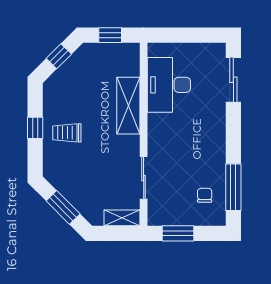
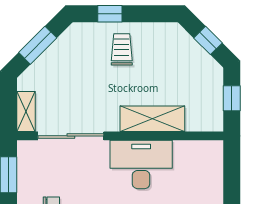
desk: (169, 85) -> (141, 164), moved
window: (35, 128) -> (110, 14), moved
sliding door: (144, 178) -> (71, 136), width x1.37

